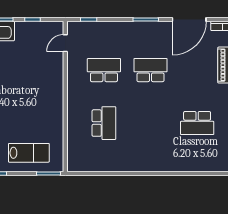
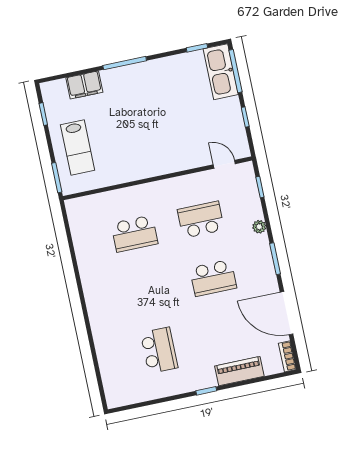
plant: (119, 27) -> (259, 227), added
school desk: (104, 70) -> (201, 220), turned -90
school desk: (151, 70) -> (213, 278), turned 90
school desk: (197, 123) -> (159, 350), turned 180

